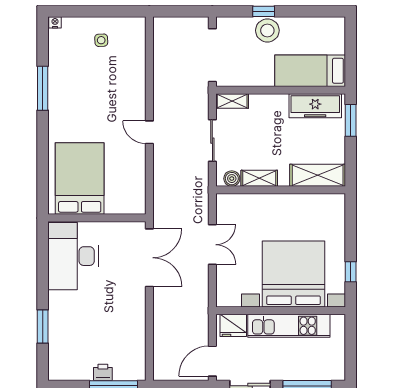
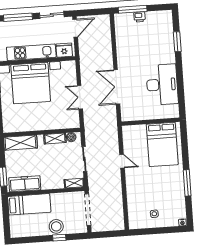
bed: (80, 178) -> (162, 144), moved
wall: (97, 218) -> (151, 122), moved

